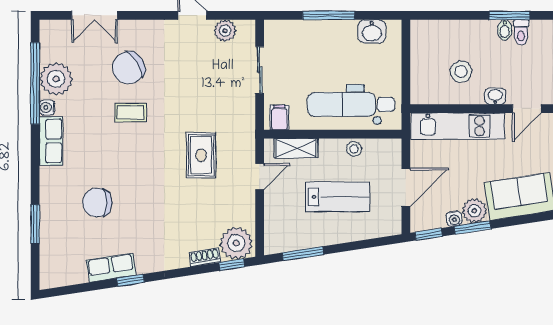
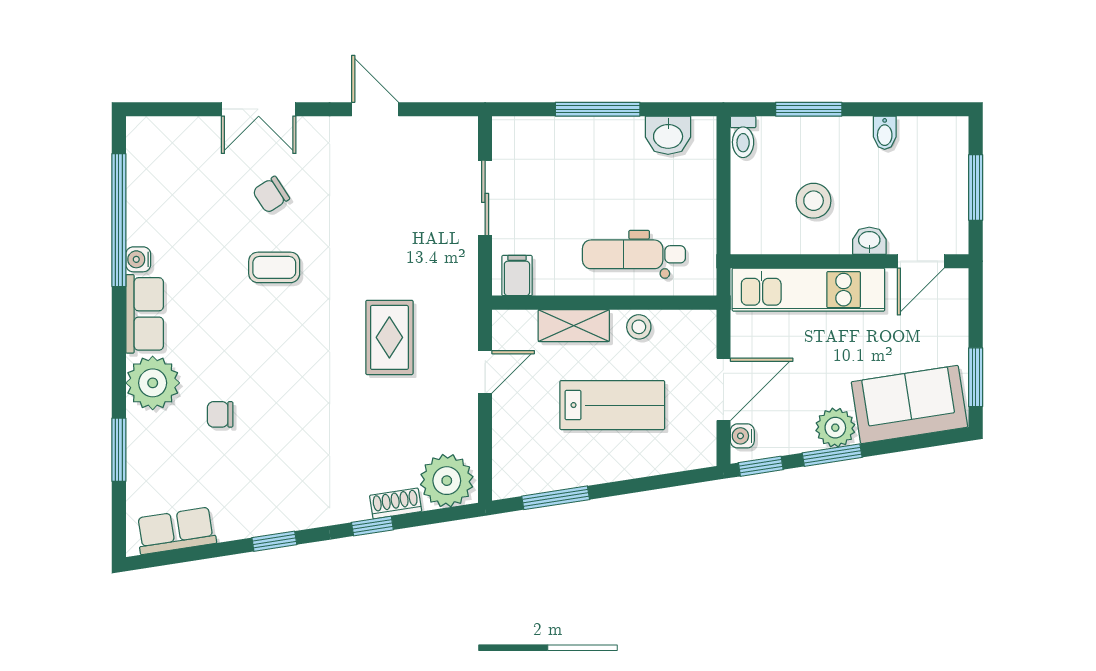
double door: (94, 15) -> (259, 109), moved
window: (509, 15) -> (809, 109), moved
plant: (225, 31) -> (429, 134), removed
toilet: (521, 32) -> (743, 137), moved
chair: (128, 68) -> (271, 195), width x0.54, depth x0.54
plant: (56, 79) -> (153, 383), moved
dental chair: (351, 104) -> (634, 254), width x0.73, depth x0.72
shelving: (296, 148) -> (574, 326), moved
chair: (97, 203) -> (220, 414), width x0.54, depth x0.54
water cooler: (454, 219) -> (742, 436), moved, turned 99
window: (232, 265) -> (372, 526), moved
row of seats: (111, 268) -> (176, 531), moved

